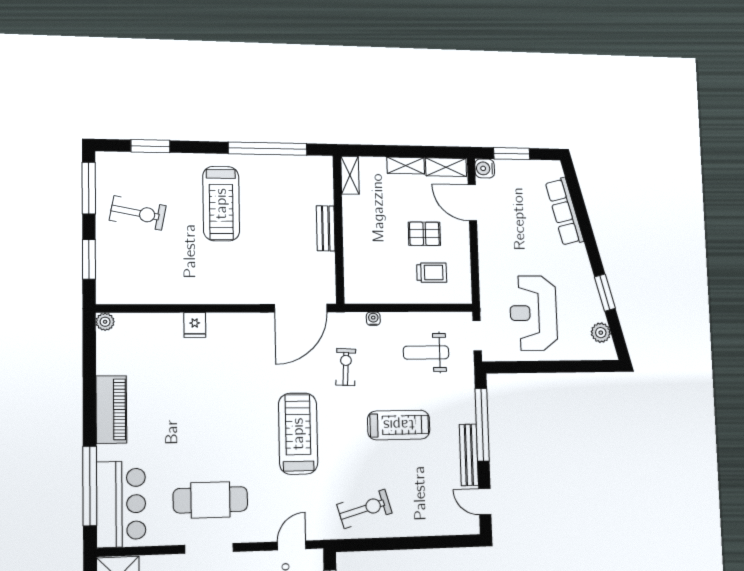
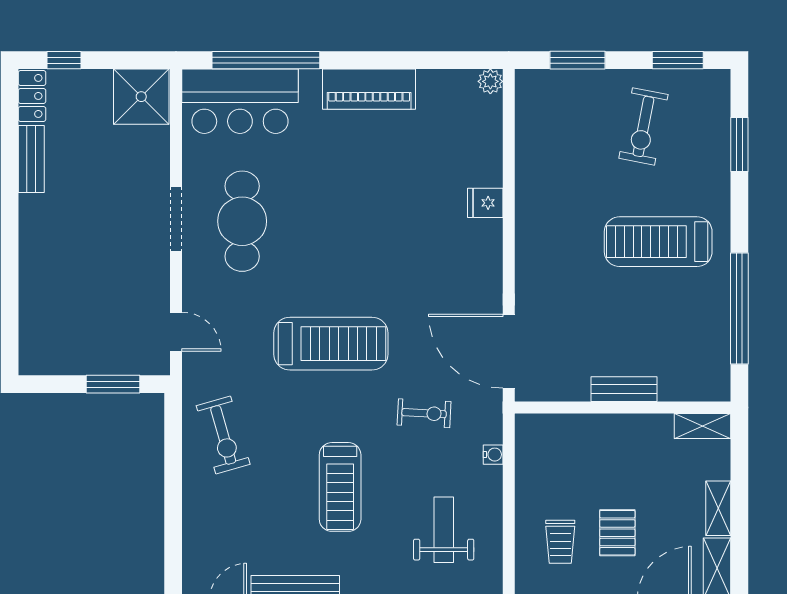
window: (89, 188) -> (678, 60), width x0.69

